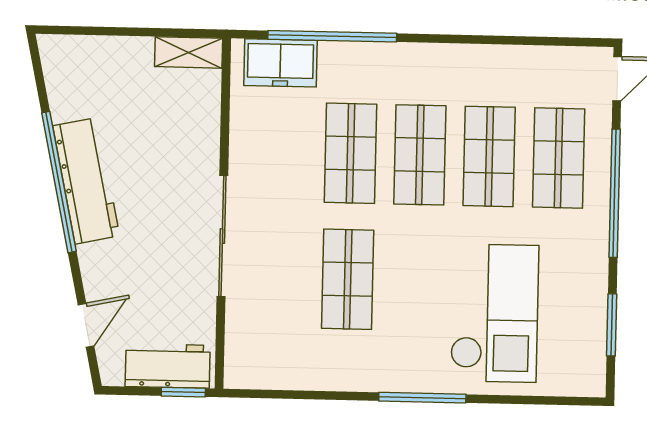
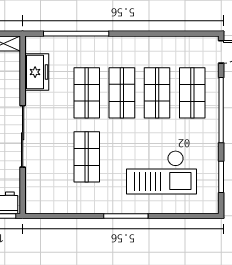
freezer: (280, 63) -> (37, 72), moved, turned -90
checkout: (495, 313) -> (162, 172), turned 90

